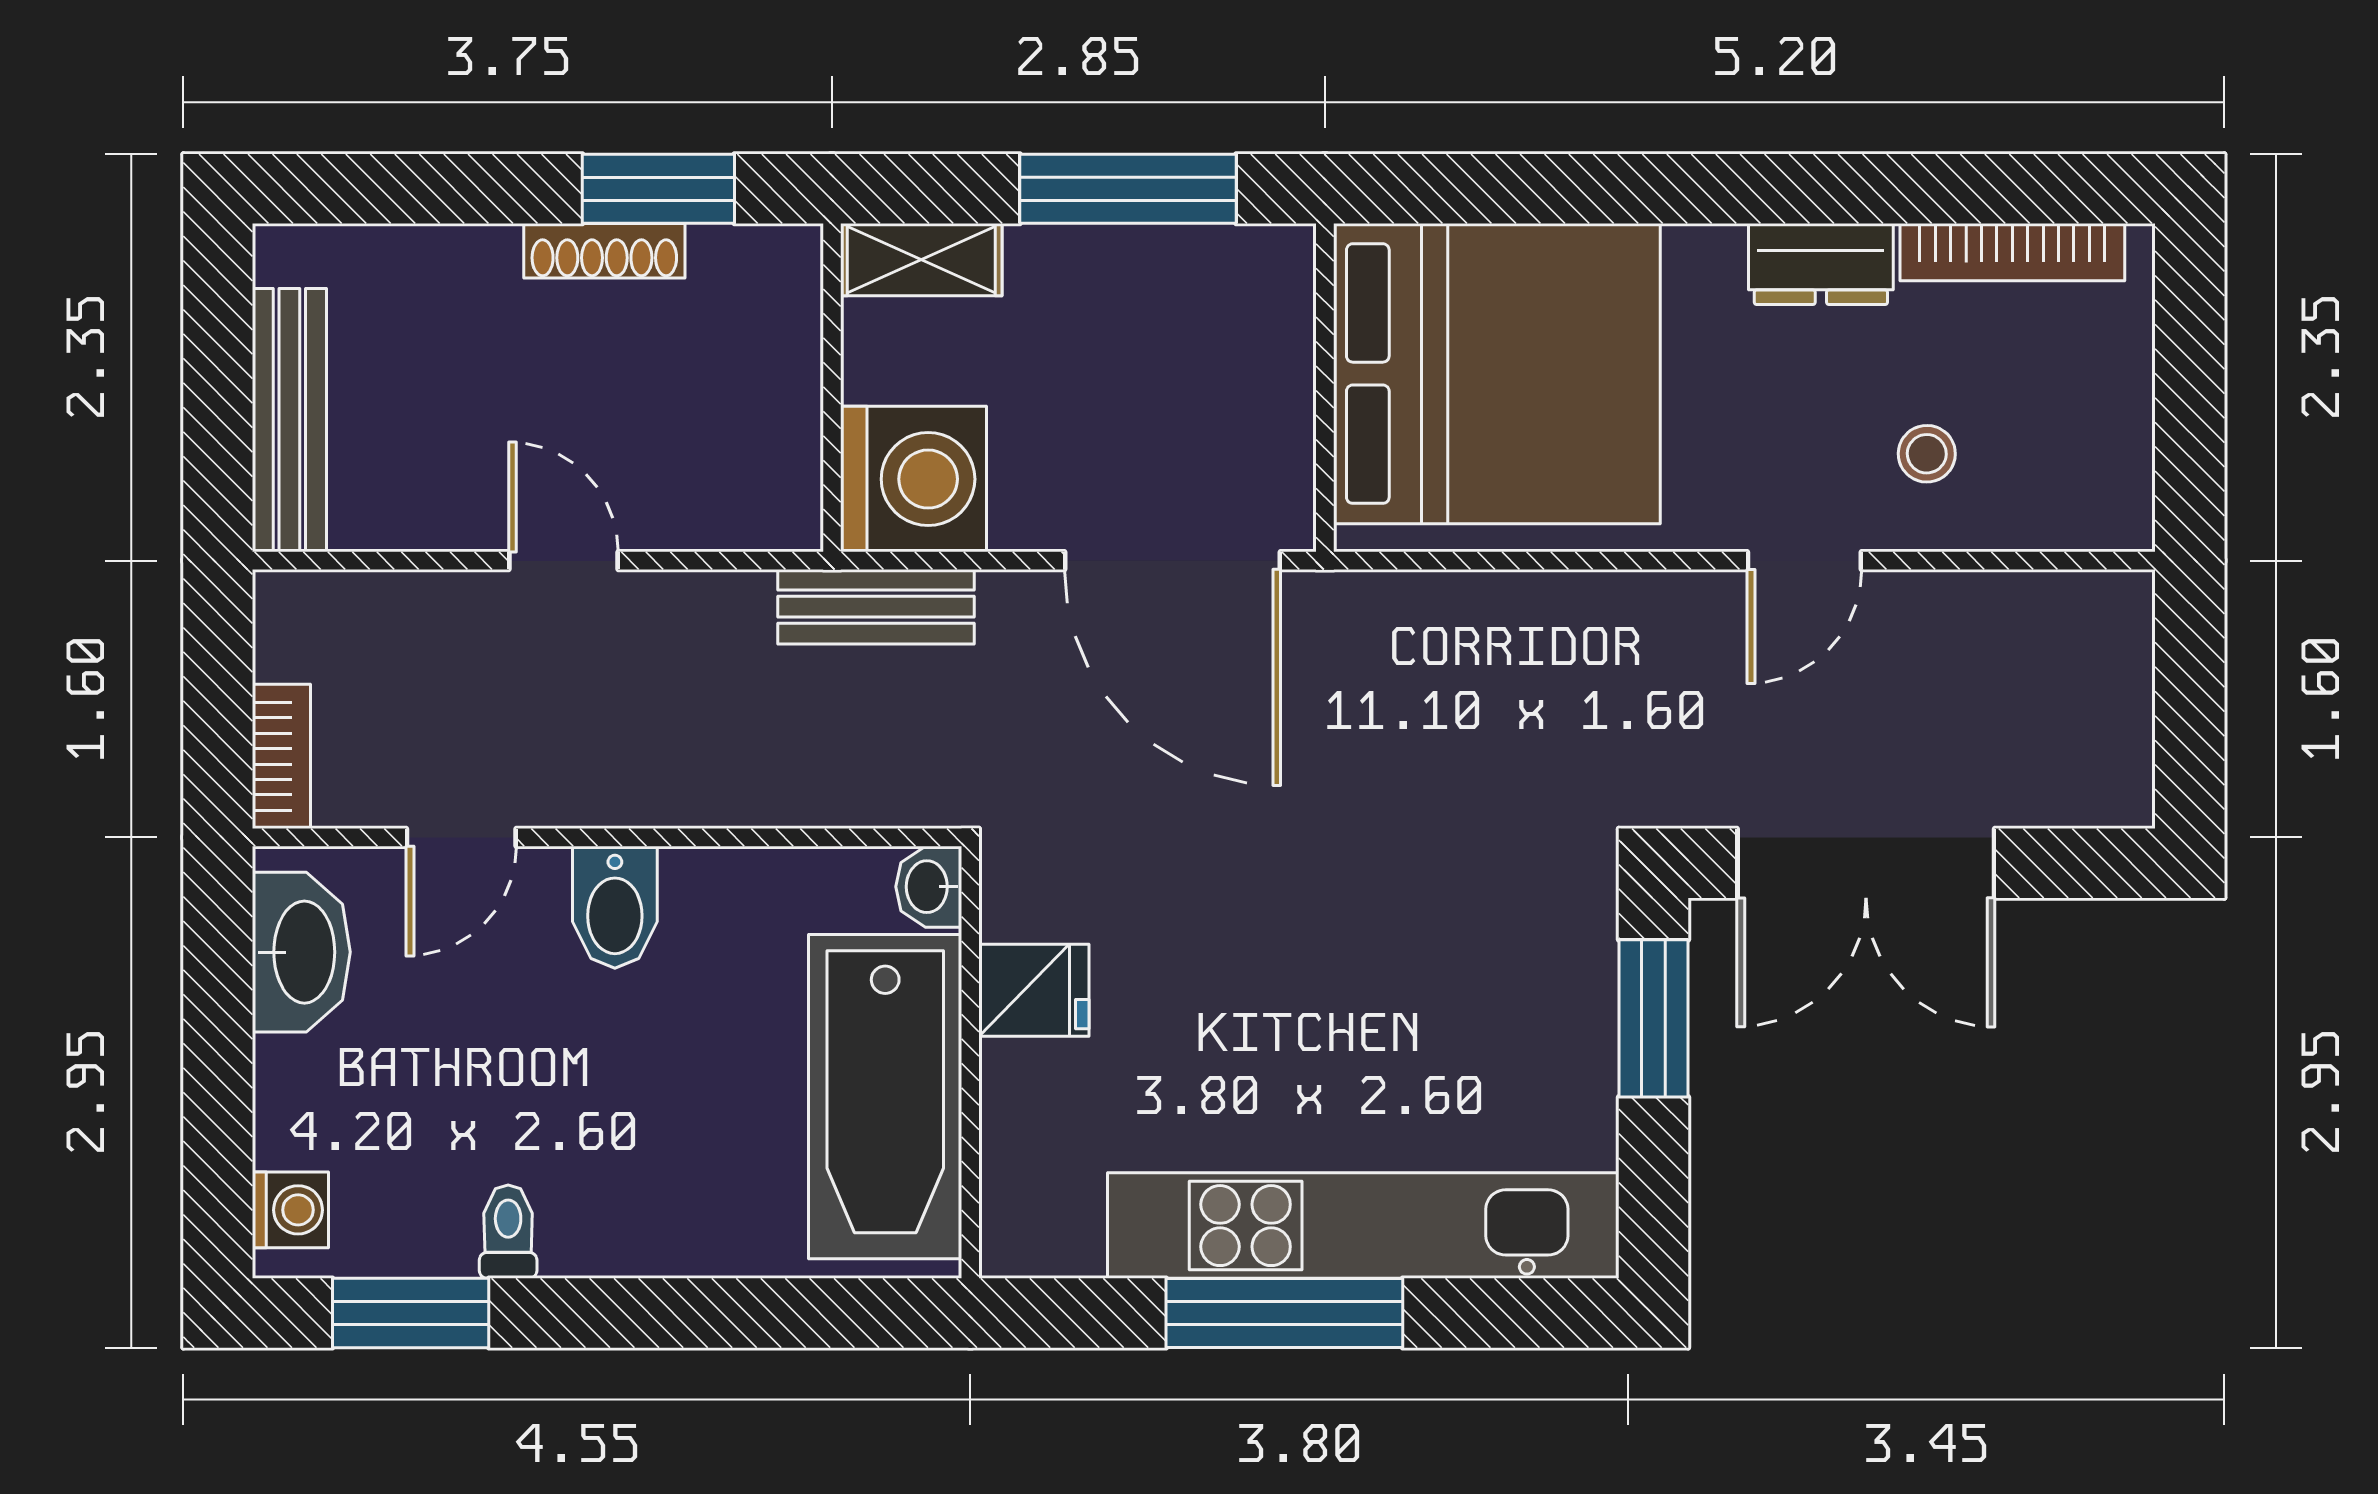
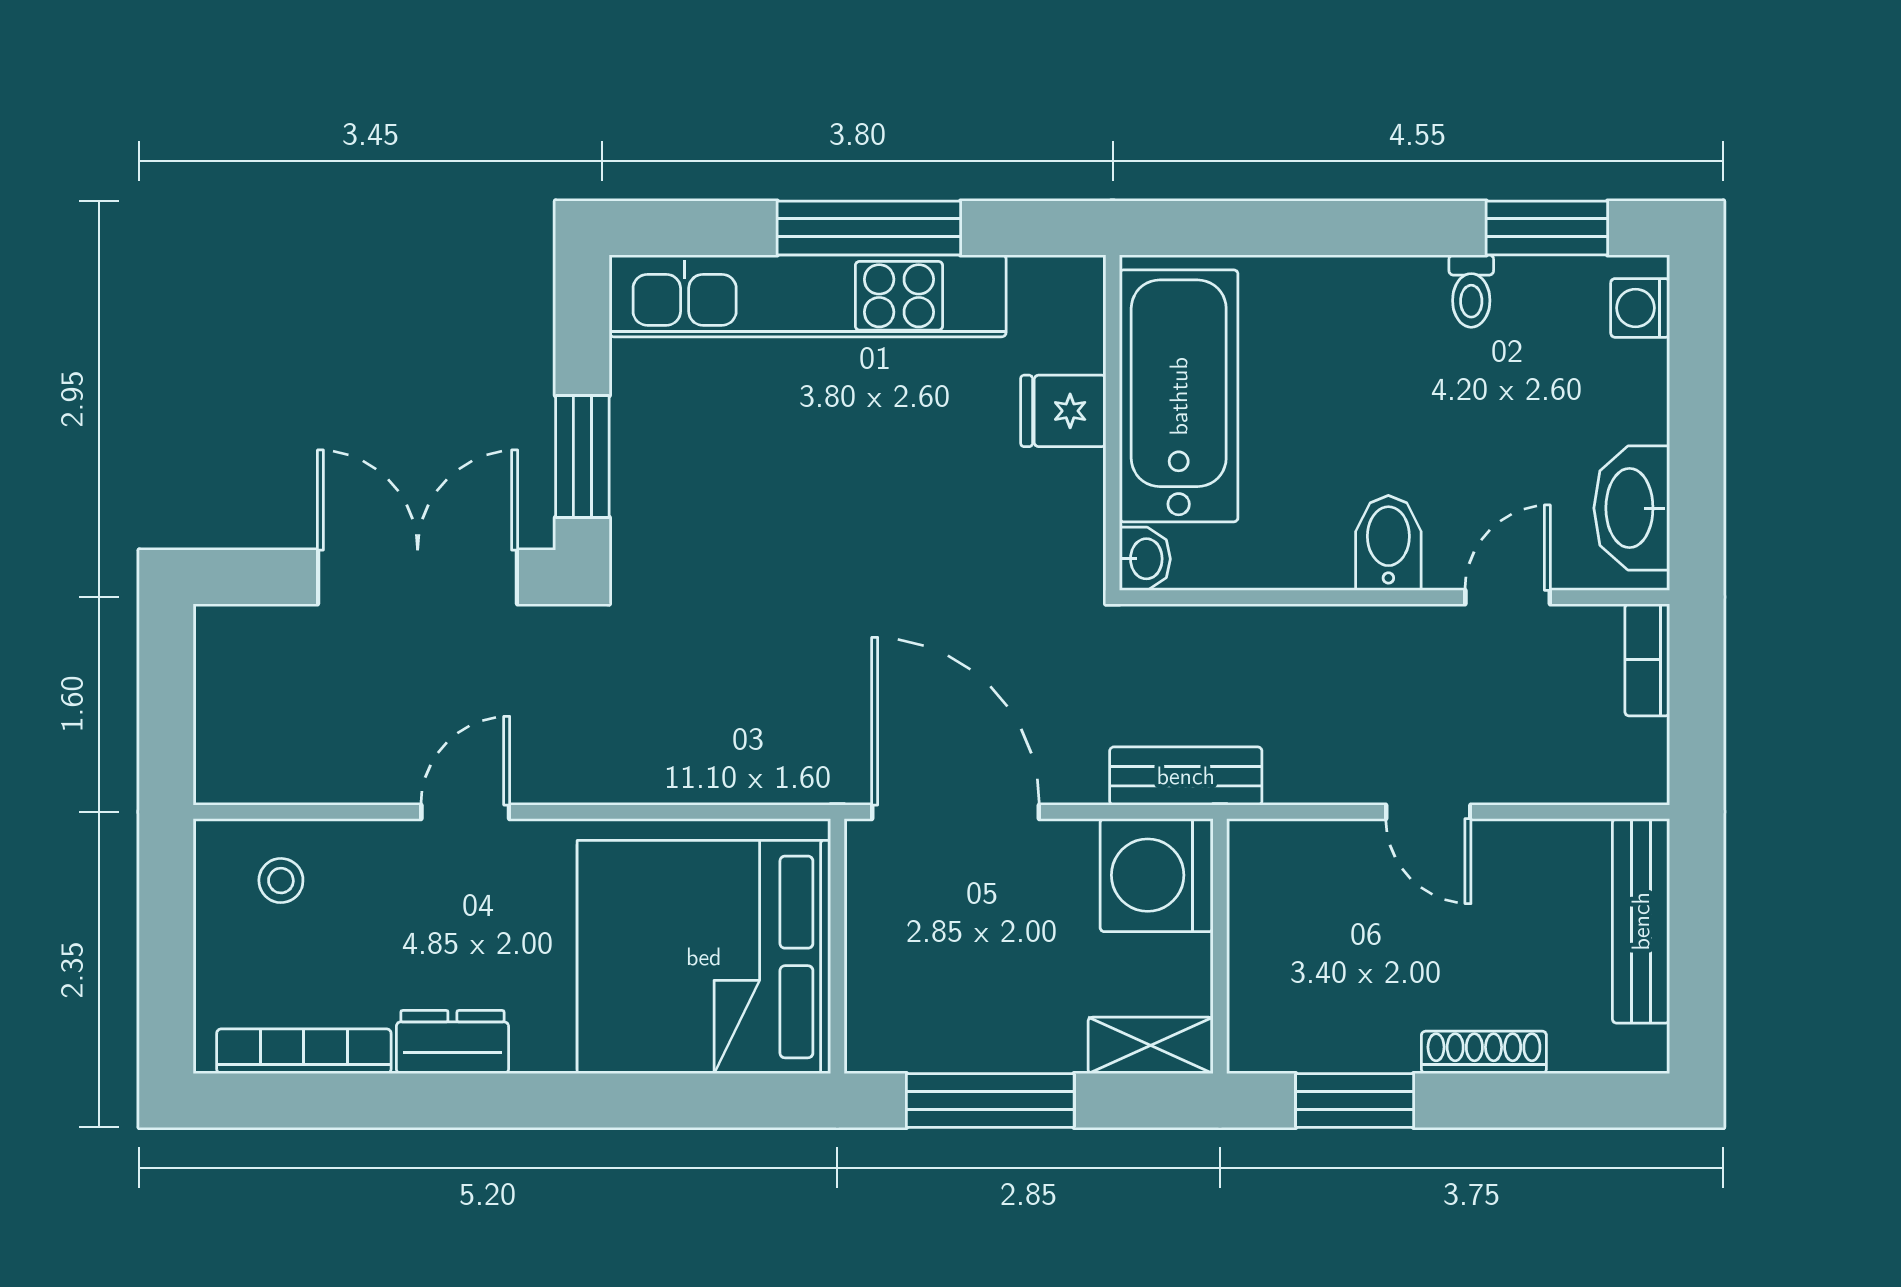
shoe rack: (604, 251) -> (1484, 1052), moved
stool: (1927, 454) -> (281, 881), moved
fridge: (1034, 990) -> (1063, 411), moved

